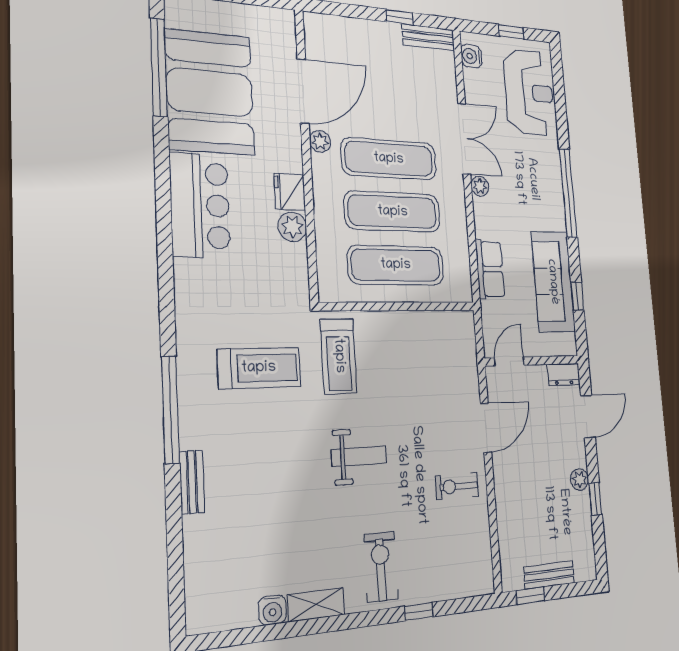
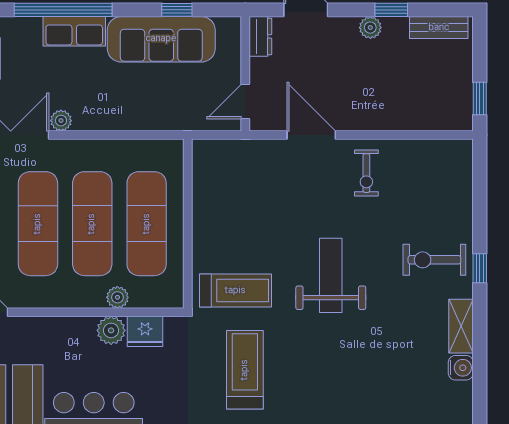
plant: (320, 141) -> (117, 297), moved
fridge: (290, 192) -> (145, 331), moved
row of seats: (490, 269) -> (74, 31), moved, turned 180
door: (509, 362) -> (245, 102), hinge flipped
weight bench: (359, 456) -> (331, 275), width x1.36, depth x1.33
bench: (549, 575) -> (439, 28), moved, turned 90
window: (419, 611) -> (480, 268), moved

